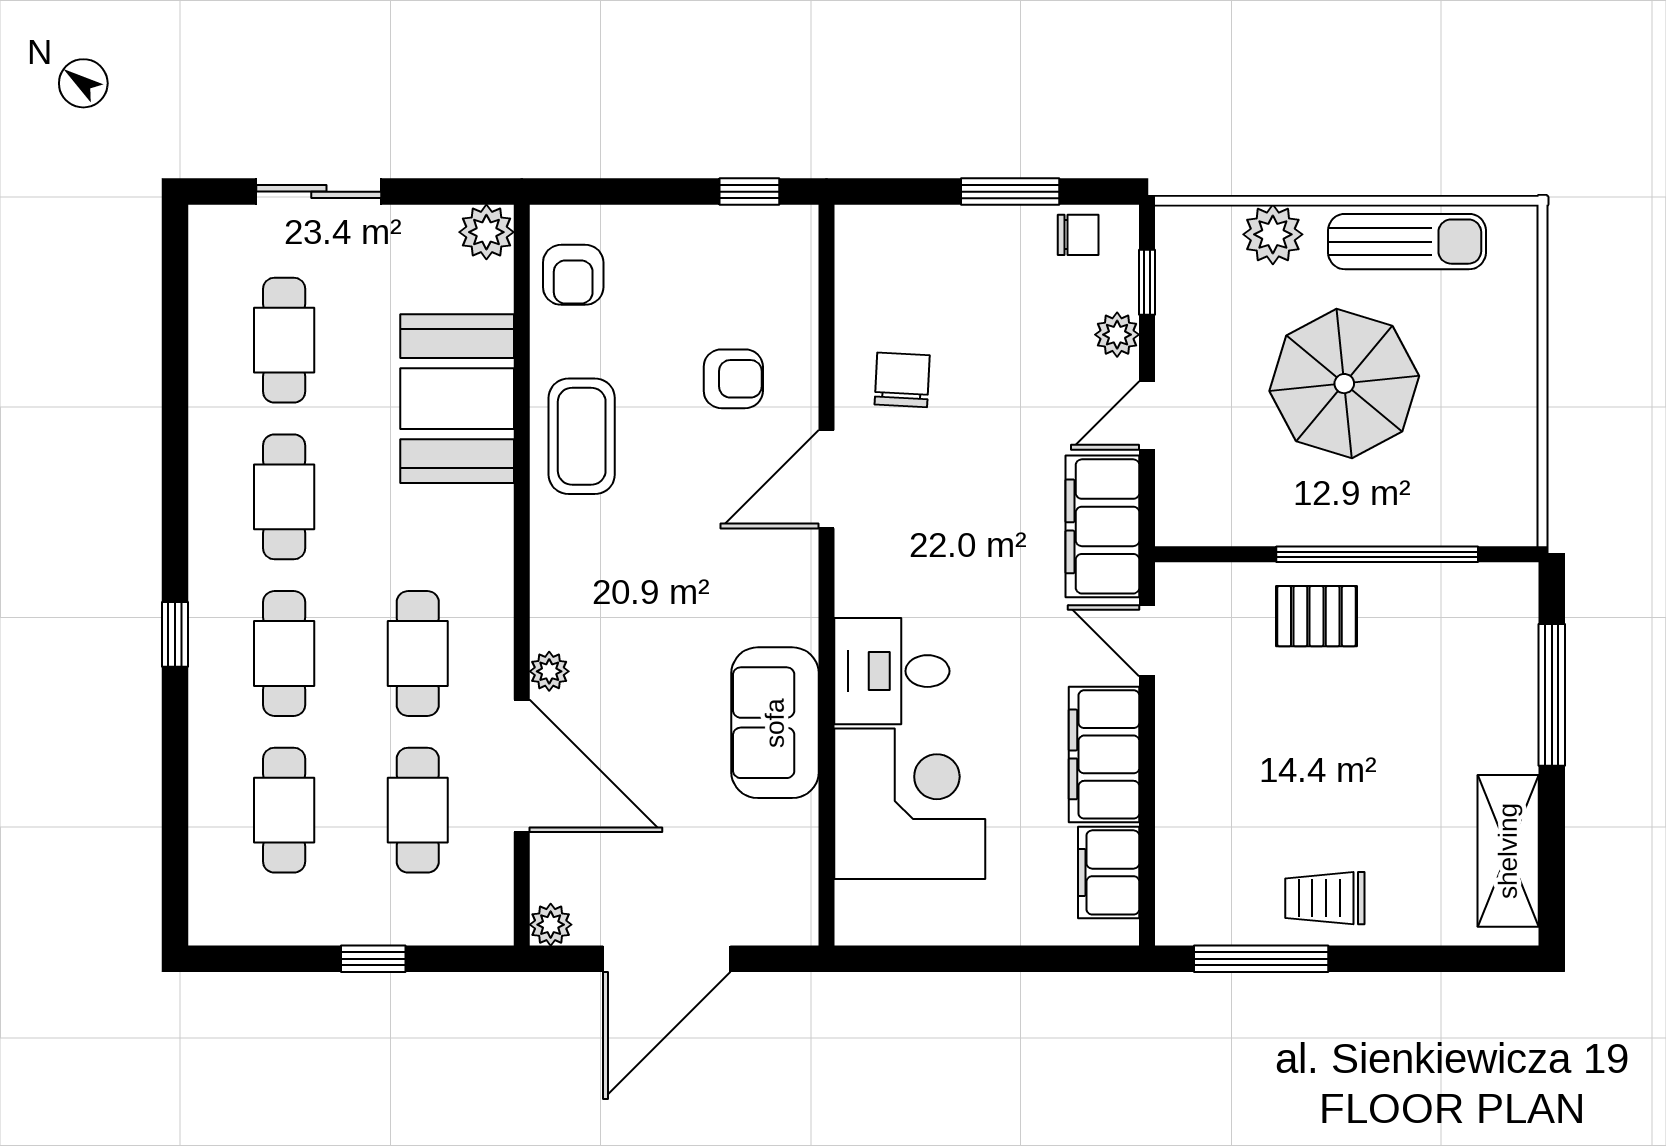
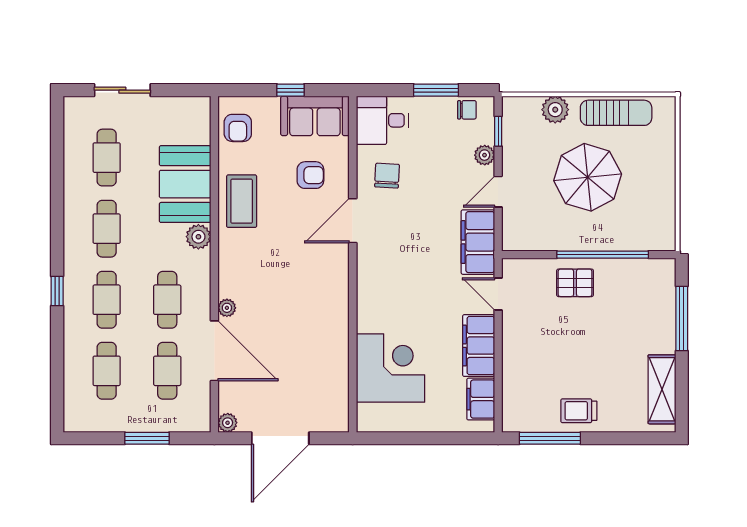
window: (749, 192) -> (290, 90), moved
plant: (486, 232) -> (198, 237), moved
desk: (892, 671) -> (382, 120), moved
sofa: (775, 723) -> (315, 116), moved, turned -90
window: (373, 959) -> (147, 438), width x1.50

